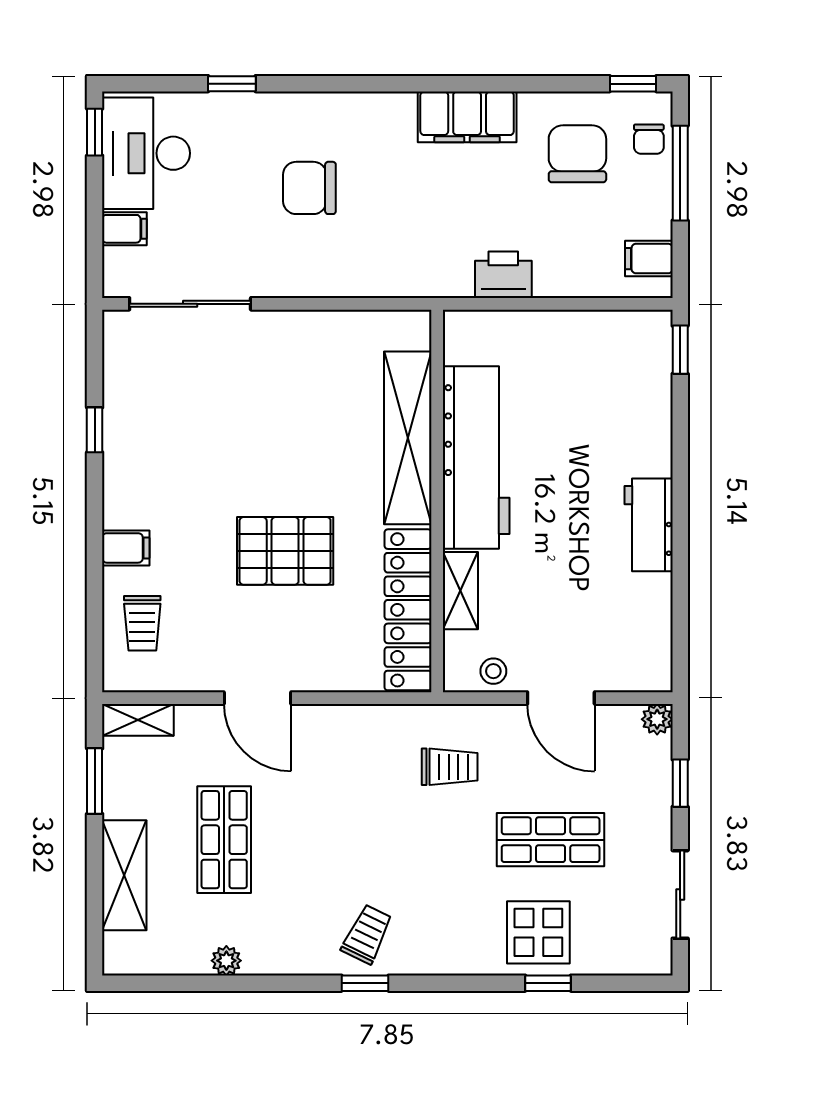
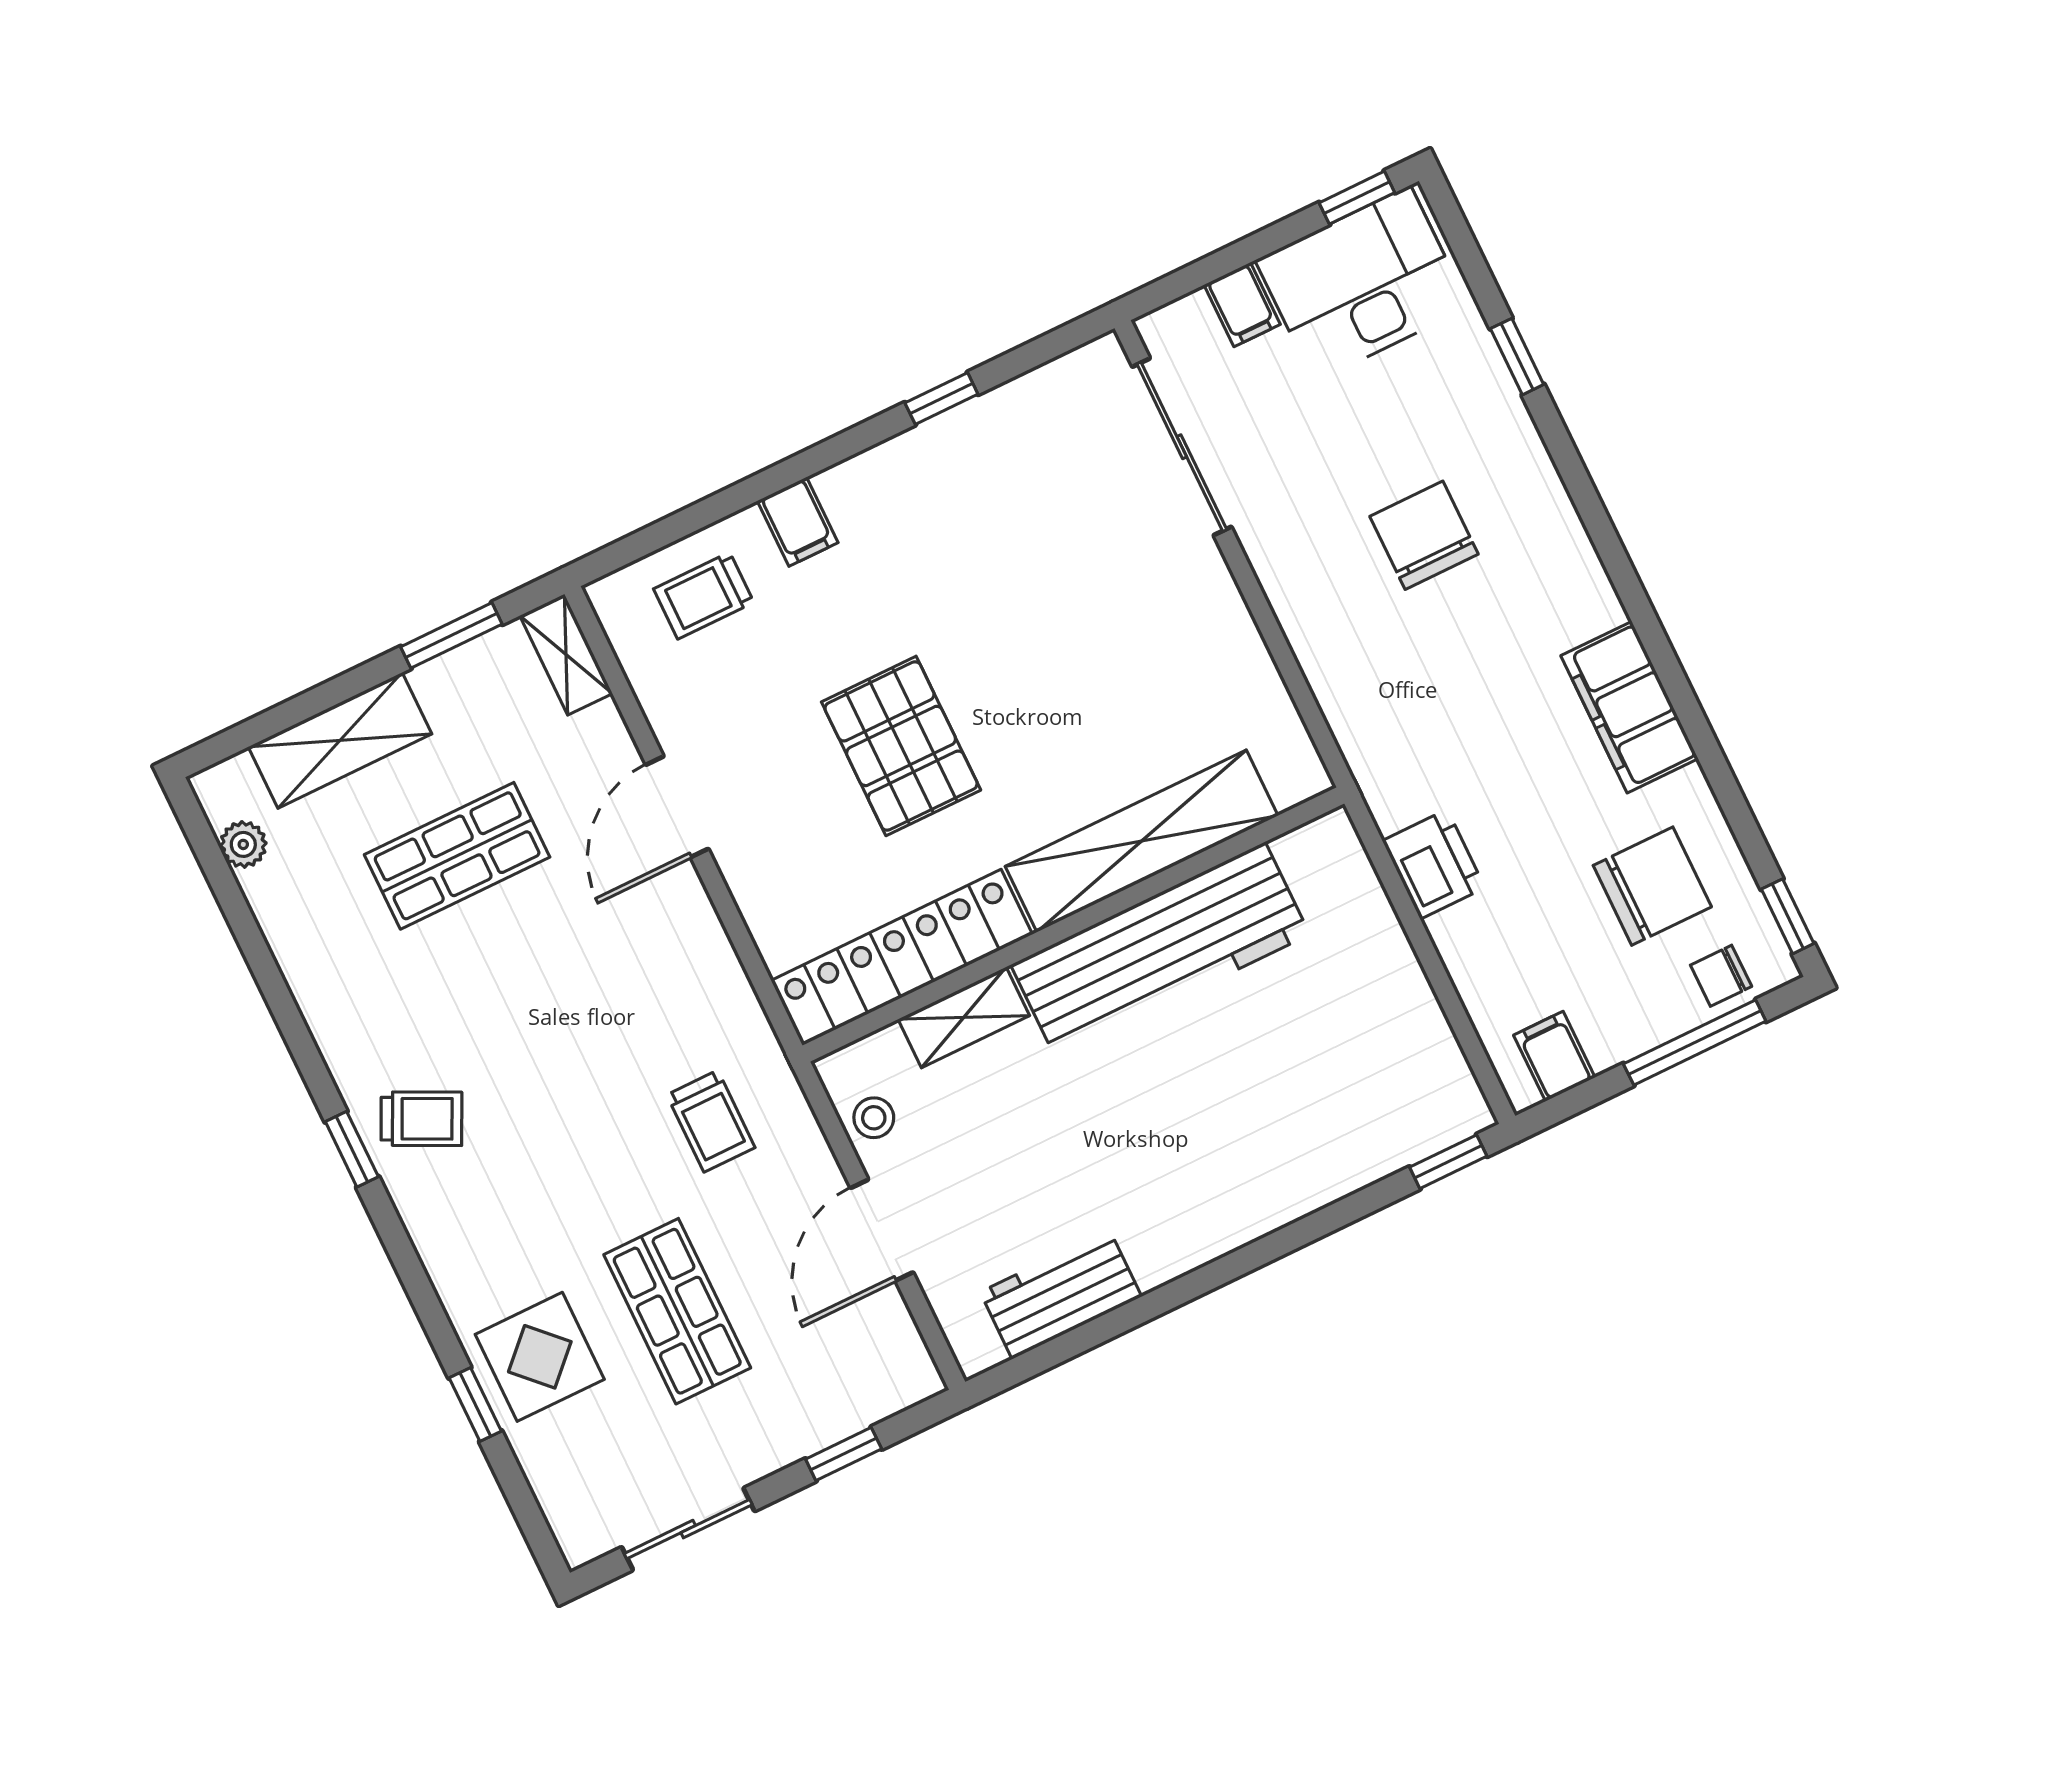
workbench: (649, 525) -> (1061, 1294), moved
plant: (657, 719) -> (917, 1379), removed
plant: (226, 961) -> (243, 844), moved

